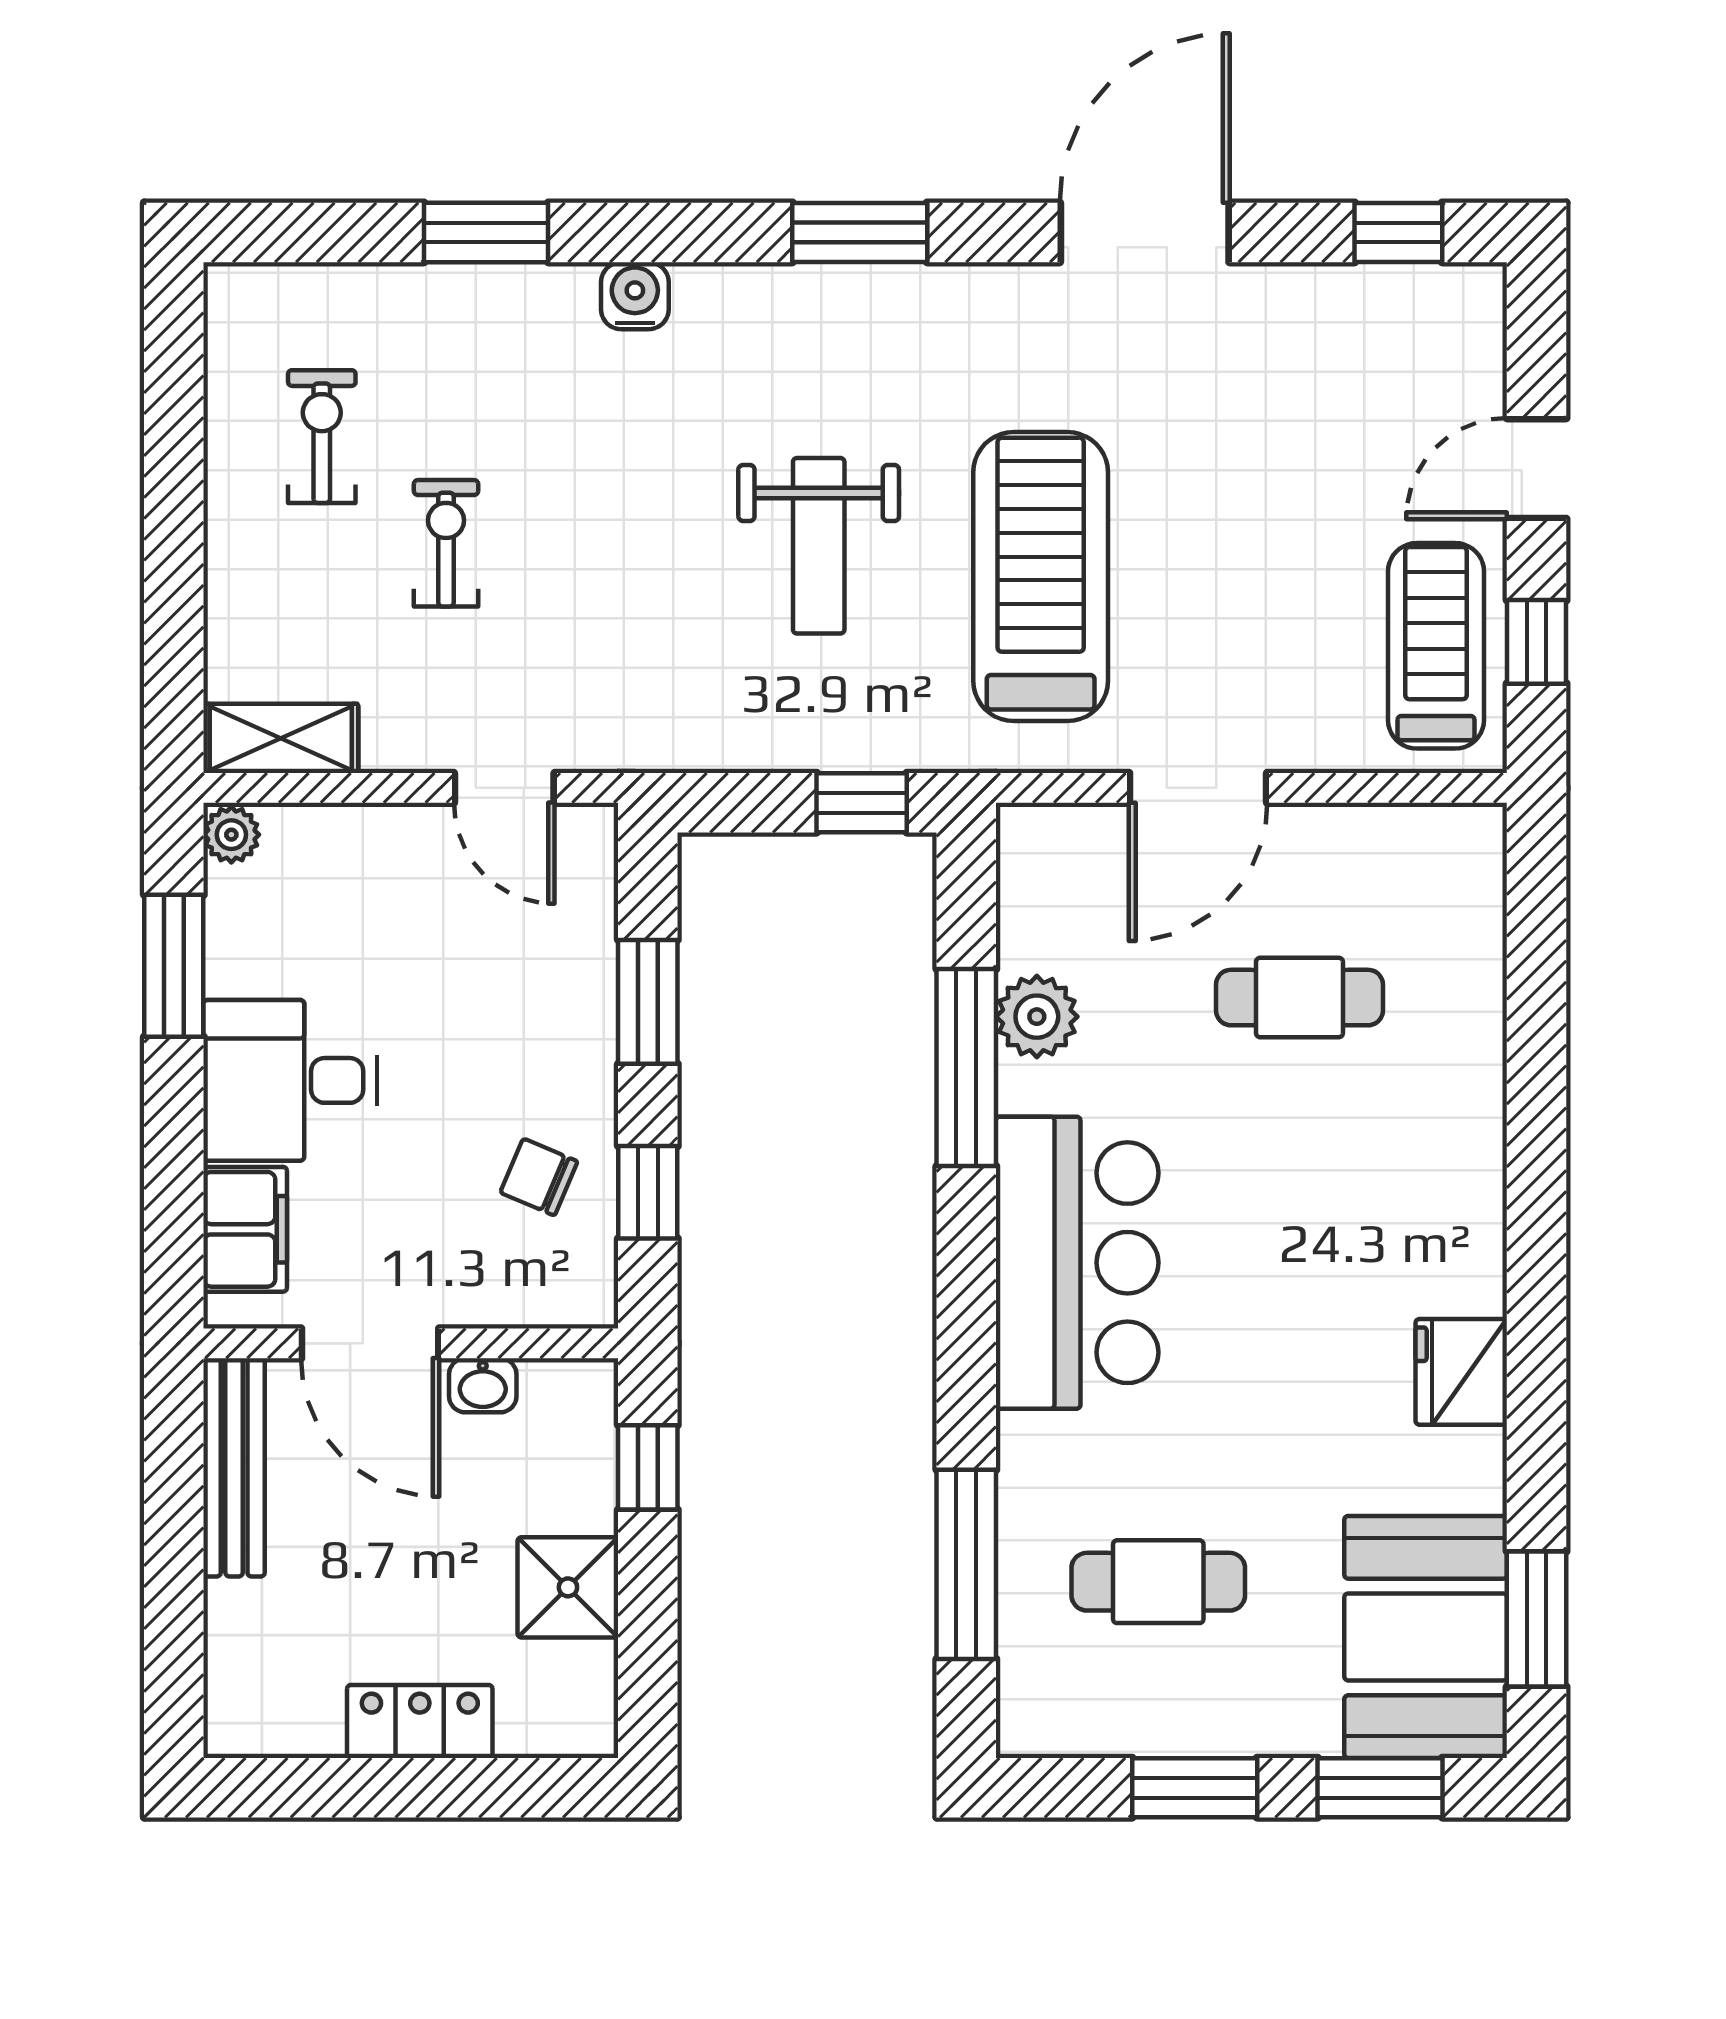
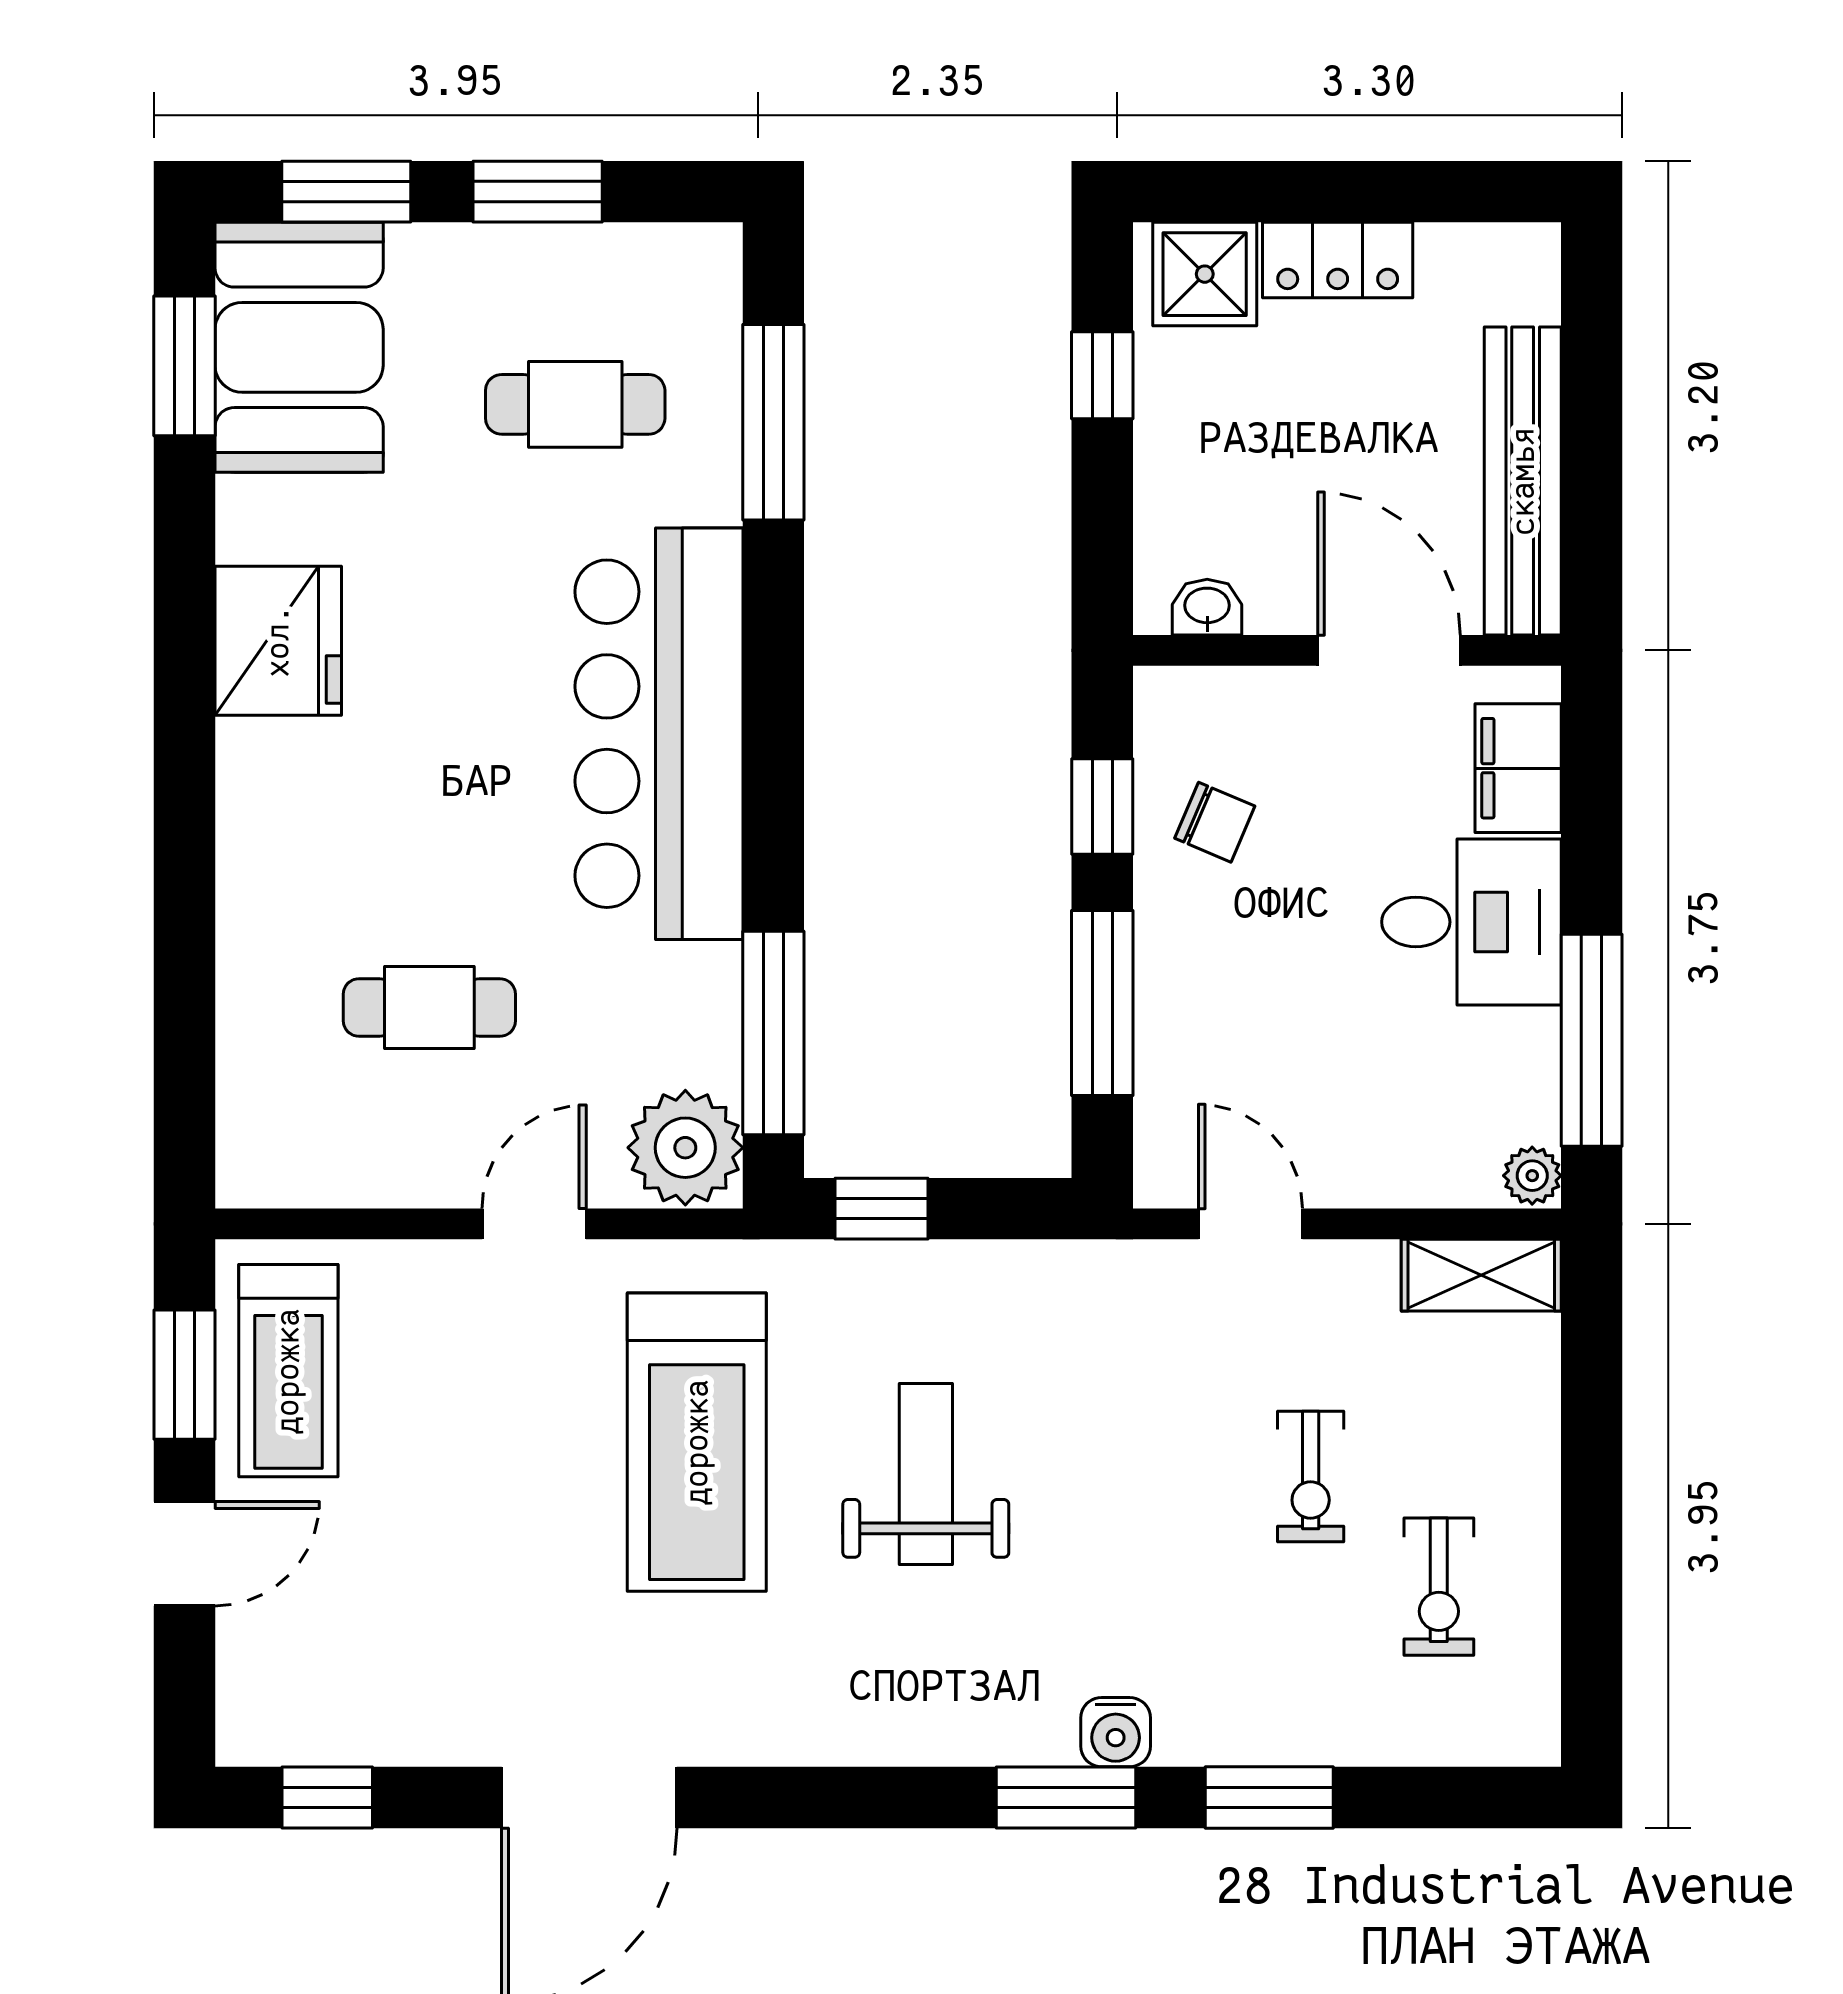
window: (860, 232) -> (1066, 1797), moved
window: (1537, 642) -> (185, 1375), width x1.50
door: (1198, 788) -> (534, 1224), width x0.73
window: (174, 966) -> (1592, 1040), width x1.44
window: (648, 1002) -> (1102, 1003), width x1.44
plant: (1037, 1017) -> (685, 1148), moved, width x1.36, depth x1.36
window: (966, 1068) -> (773, 1033), moved
bar counter: (1077, 1263) -> (659, 734), width x1.36
fridge: (1461, 1372) -> (278, 641), width x1.36, depth x1.34
washbasin: (483, 1385) -> (1207, 607), moved
bench: (234, 1467) -> (1523, 481), width x1.37, depth x1.21
window: (648, 1467) -> (1102, 375), moved
shower: (568, 1587) -> (1205, 274), moved

